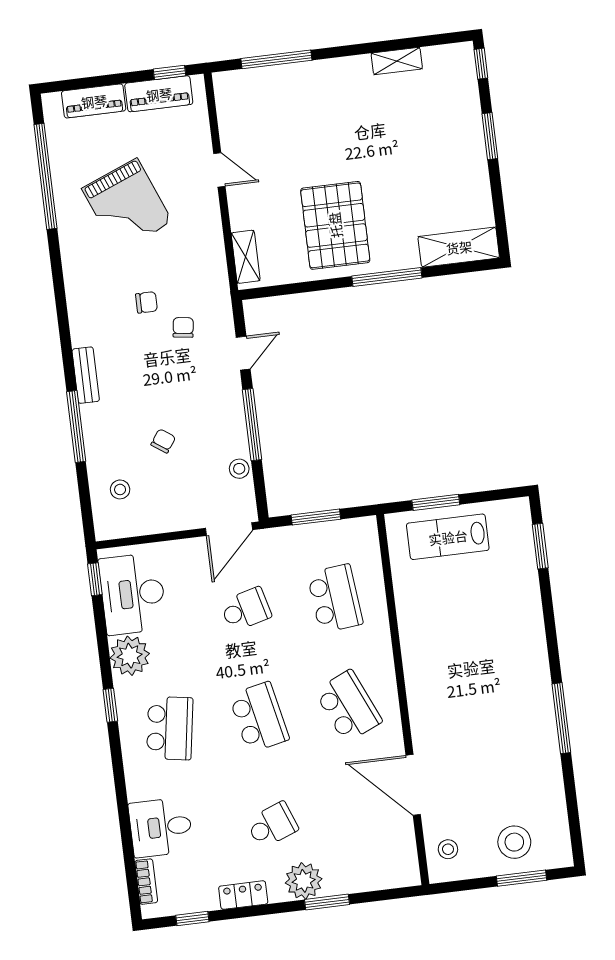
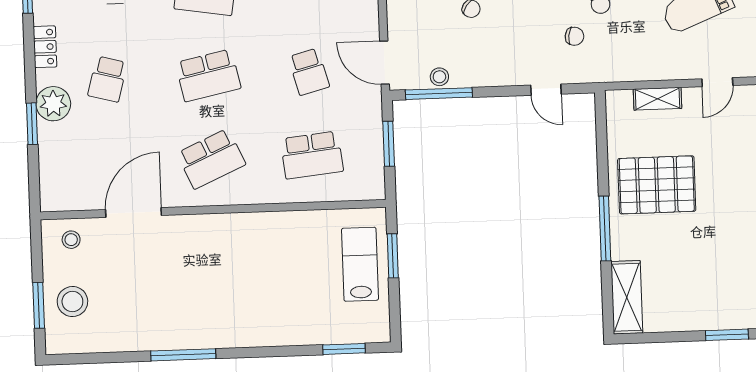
shelving: (246, 257) -> (657, 99), moved
window: (252, 425) -> (439, 94), moved
school desk: (272, 825) -> (107, 79), turned 36

